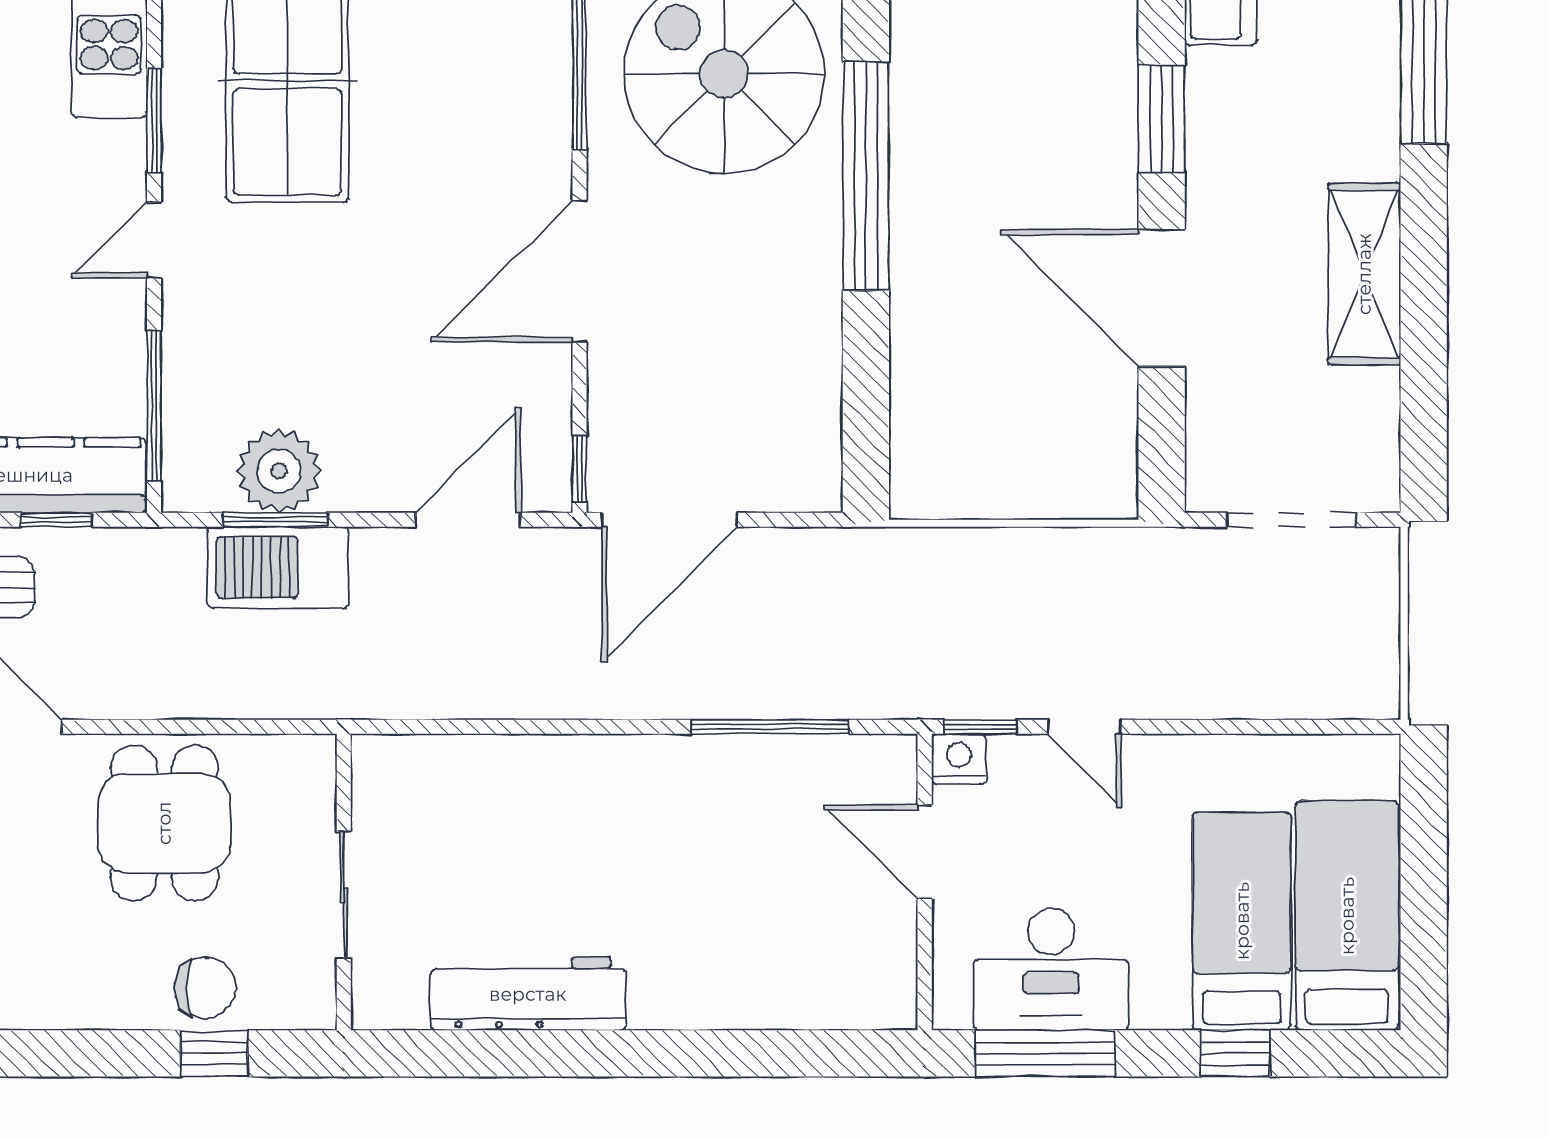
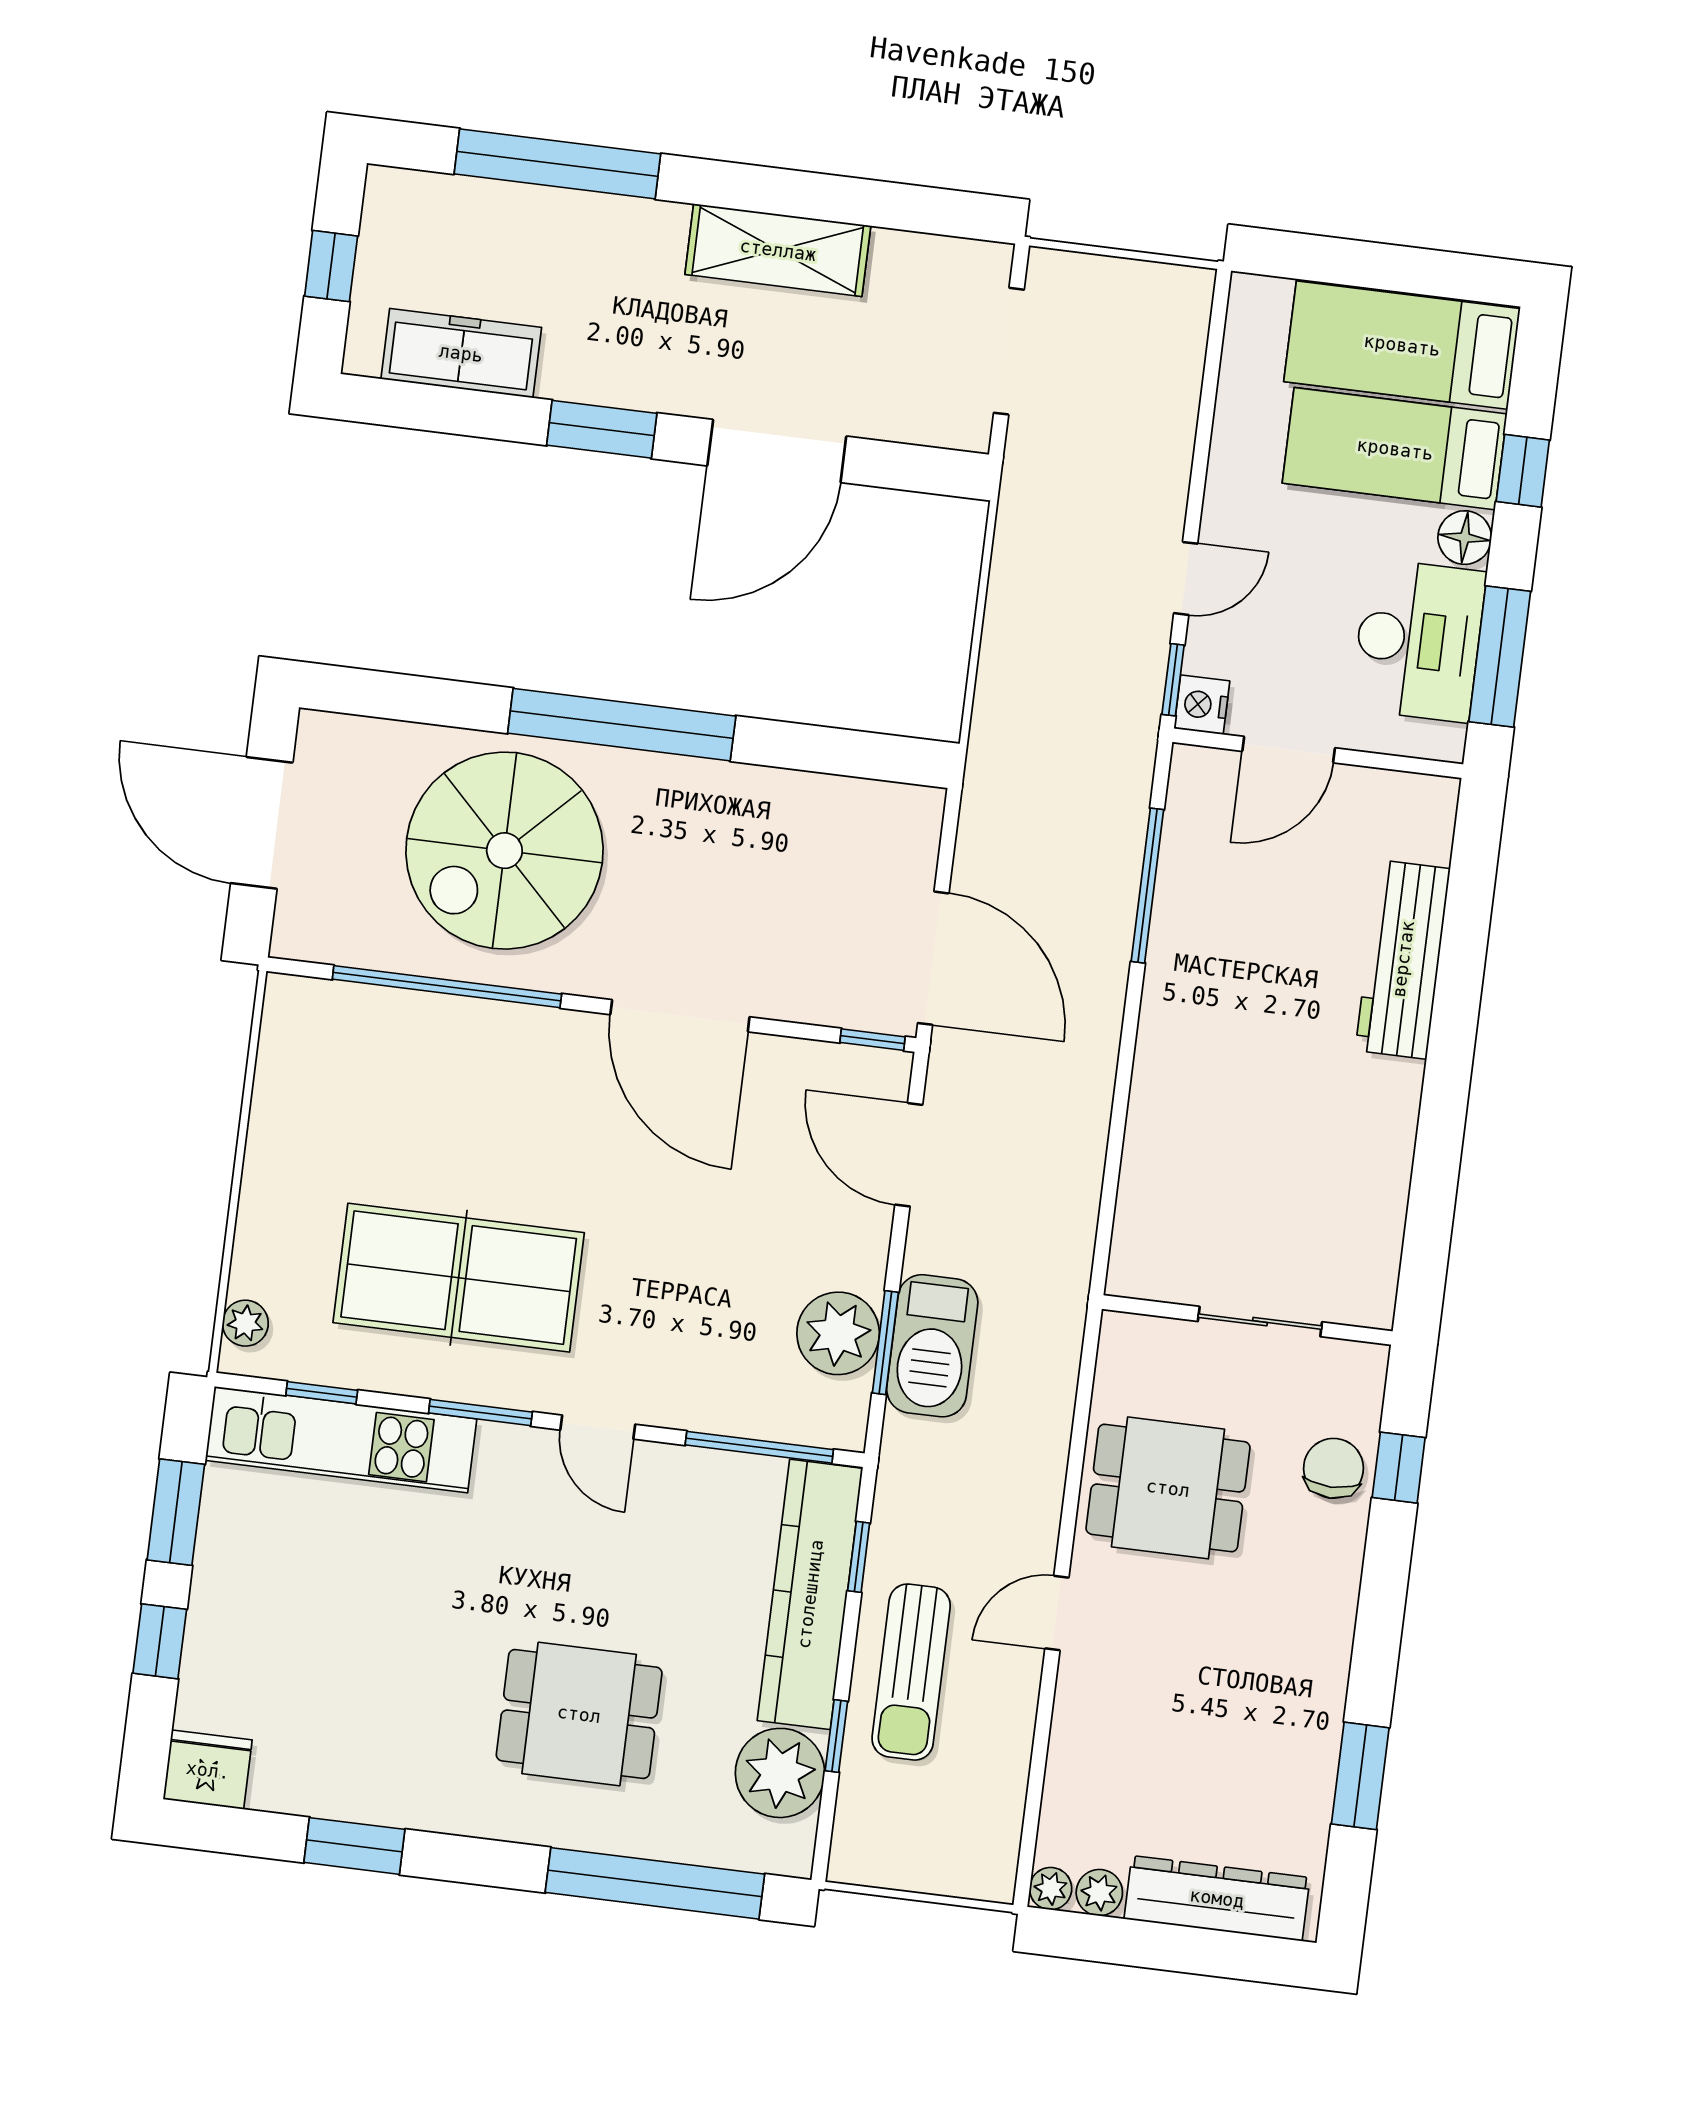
workbench: (528, 994) -> (1403, 959), moved
floor lamp: (1161, 1003) -> (1465, 538), added

